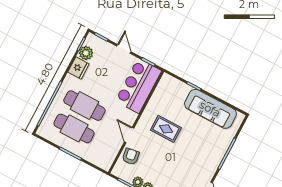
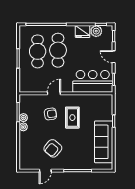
door: (124, 49) -> (114, 57), swing flipped
armchair: (131, 156) -> (50, 114), moved
armchair: (188, 168) -> (53, 148), added

